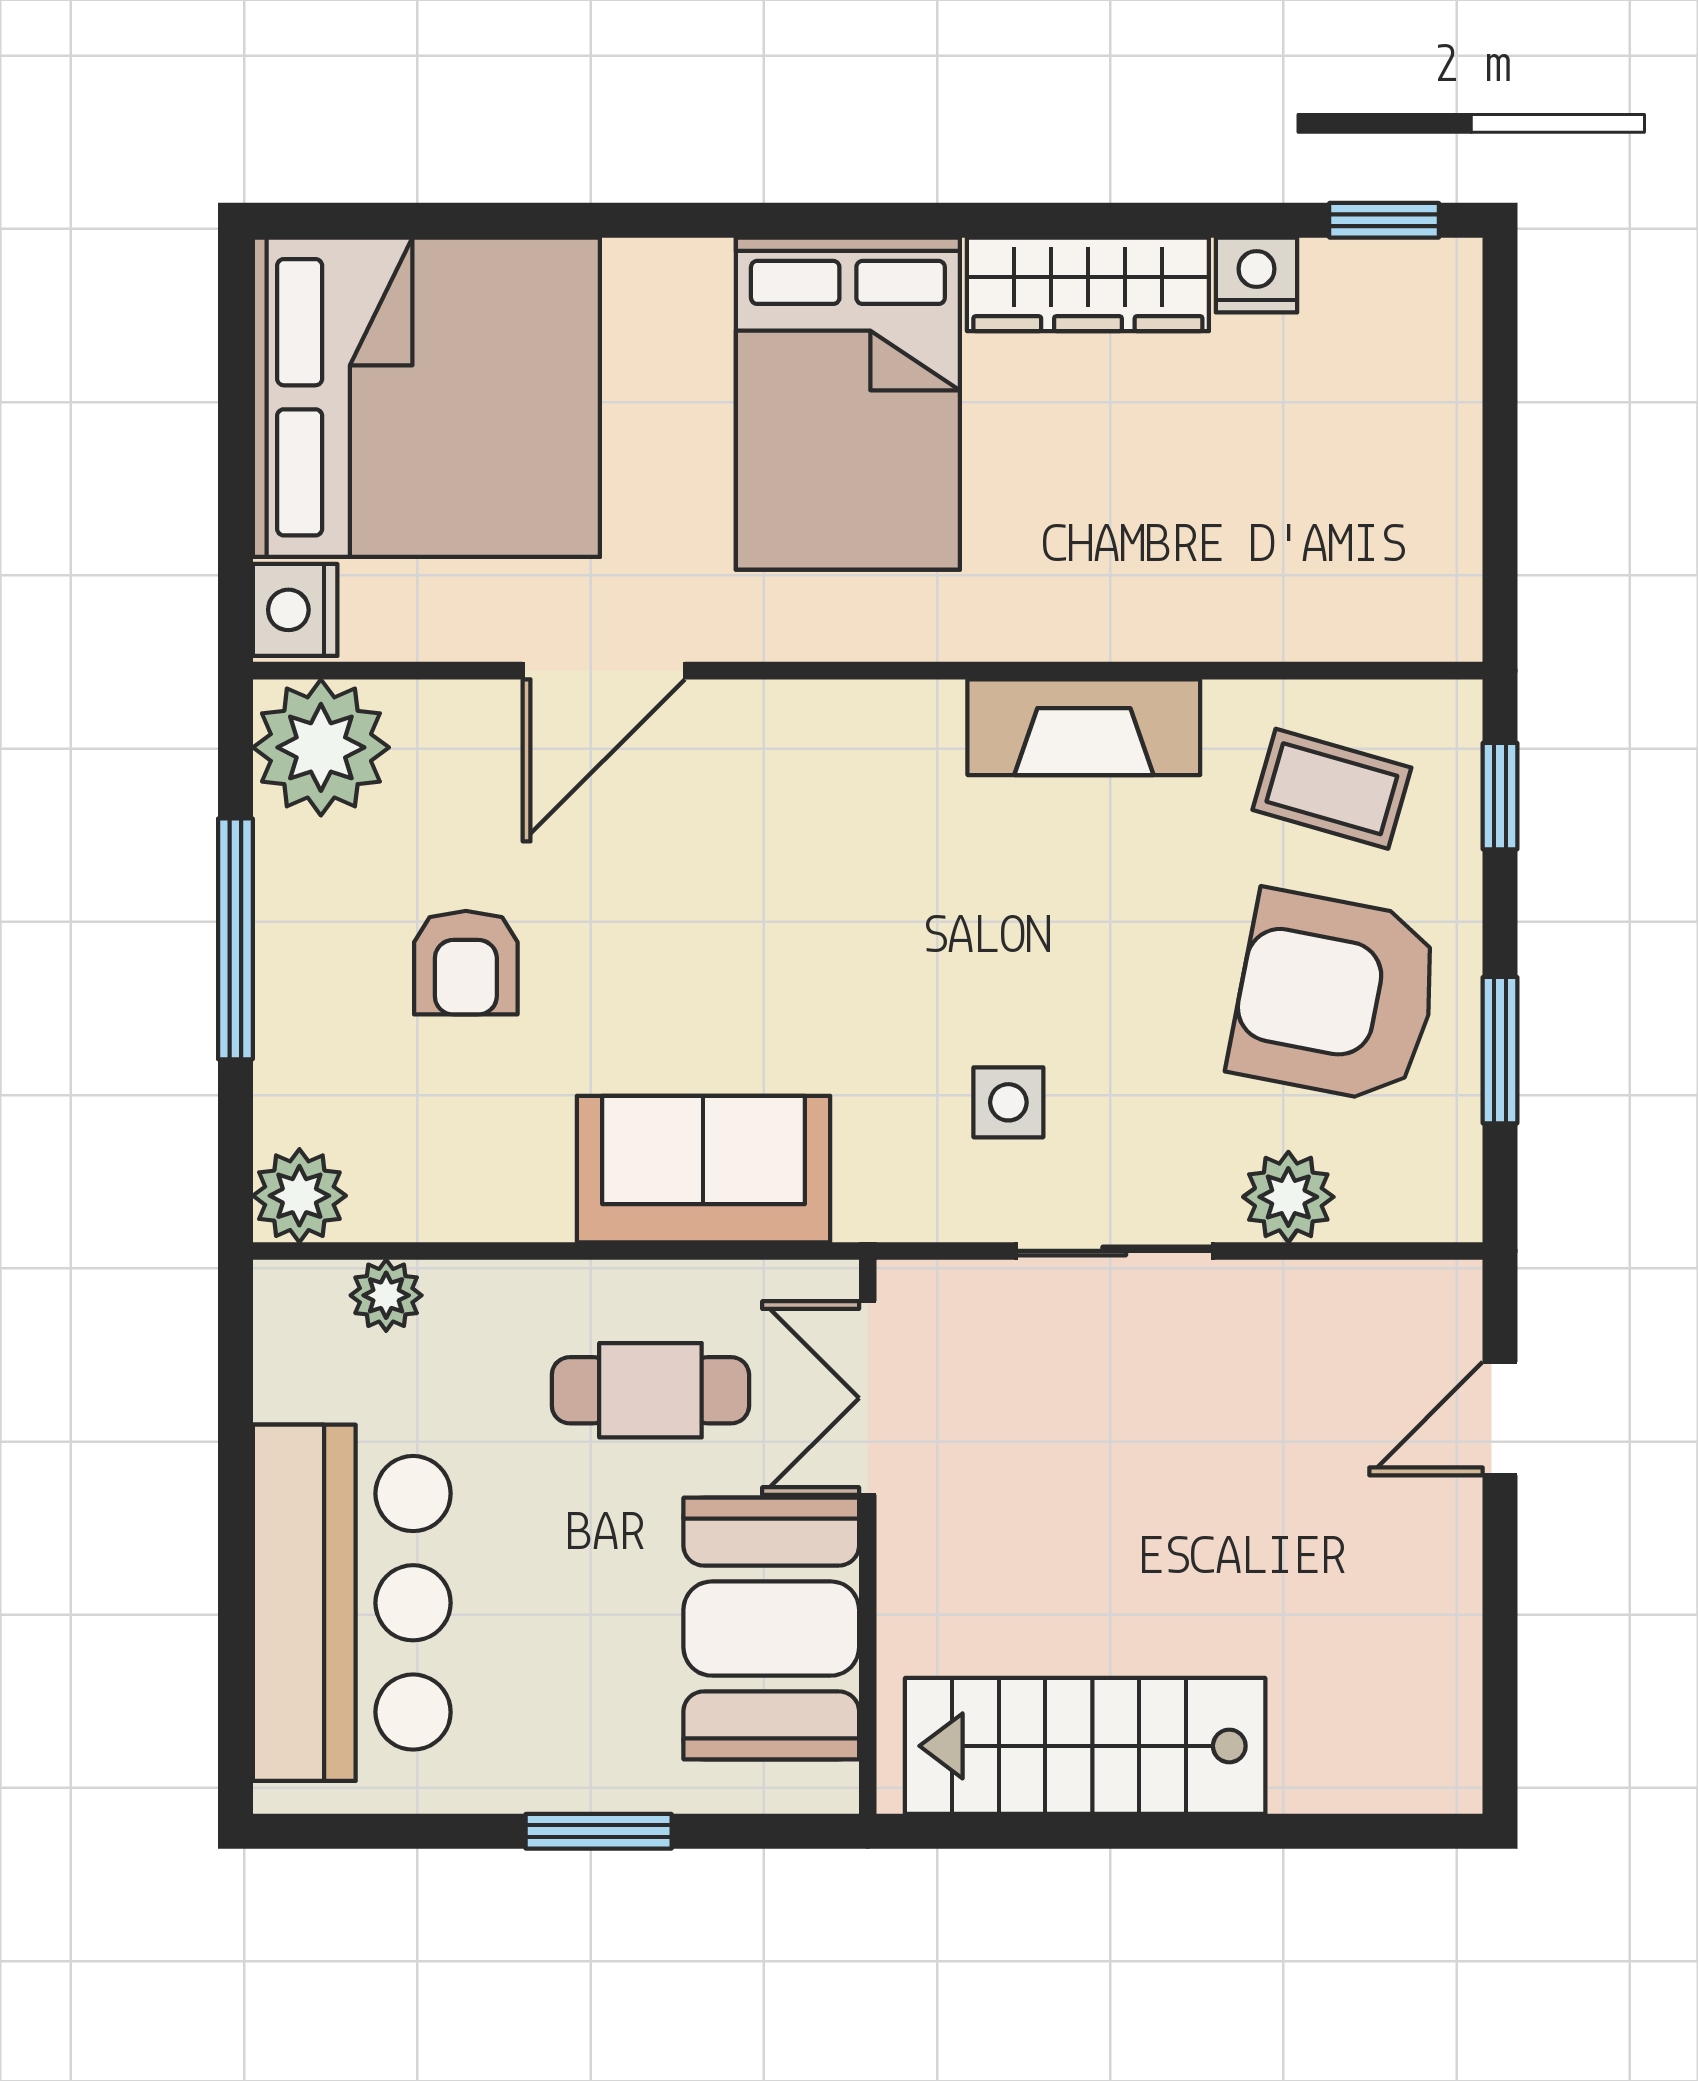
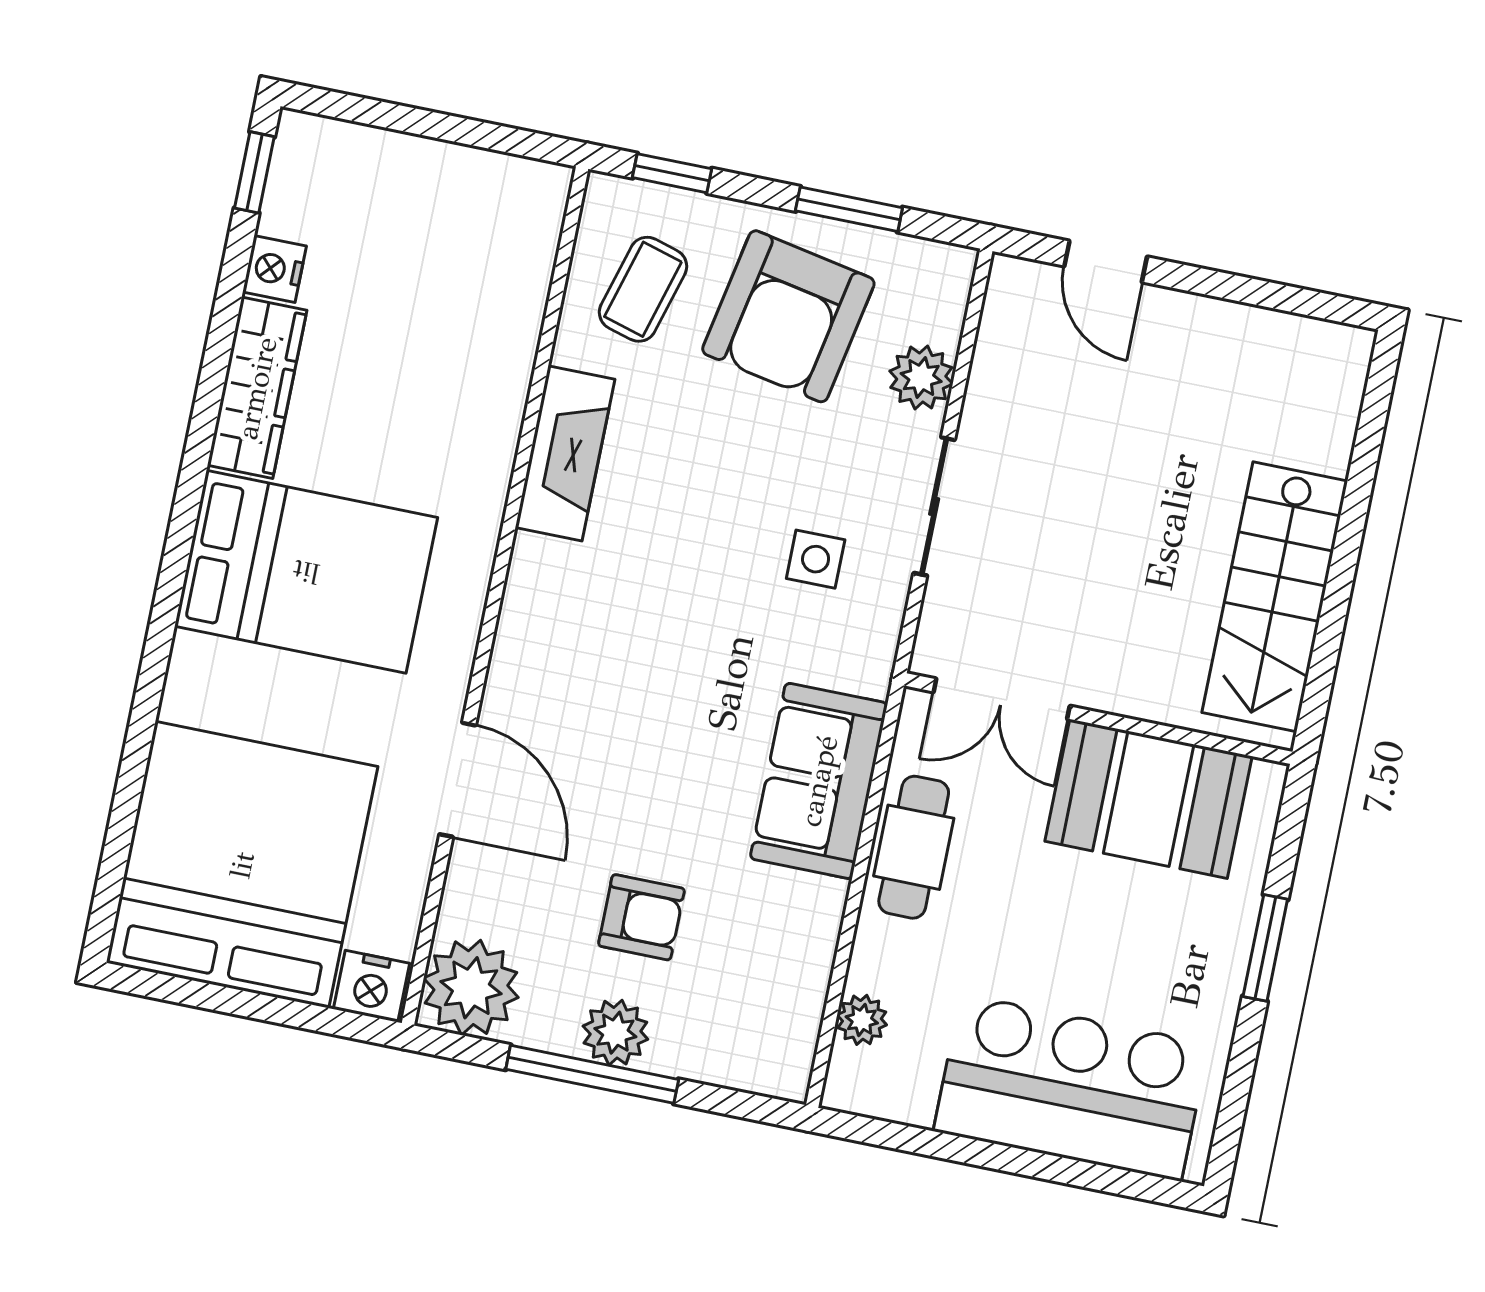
plant: (299, 1196) -> (615, 1033), moved
cafe table: (650, 1390) -> (914, 847), moved

